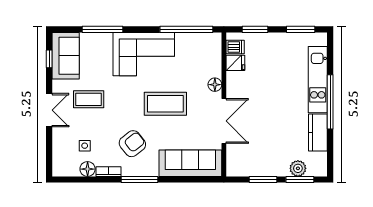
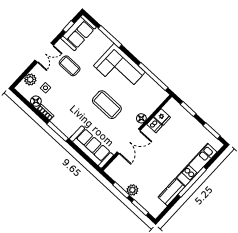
dishwasher: (235, 47) -> (154, 125), moved
armchair: (132, 144) -> (71, 109), removed
plant: (61, 152) -> (30, 80), added
plant: (298, 168) -> (132, 190), moved

